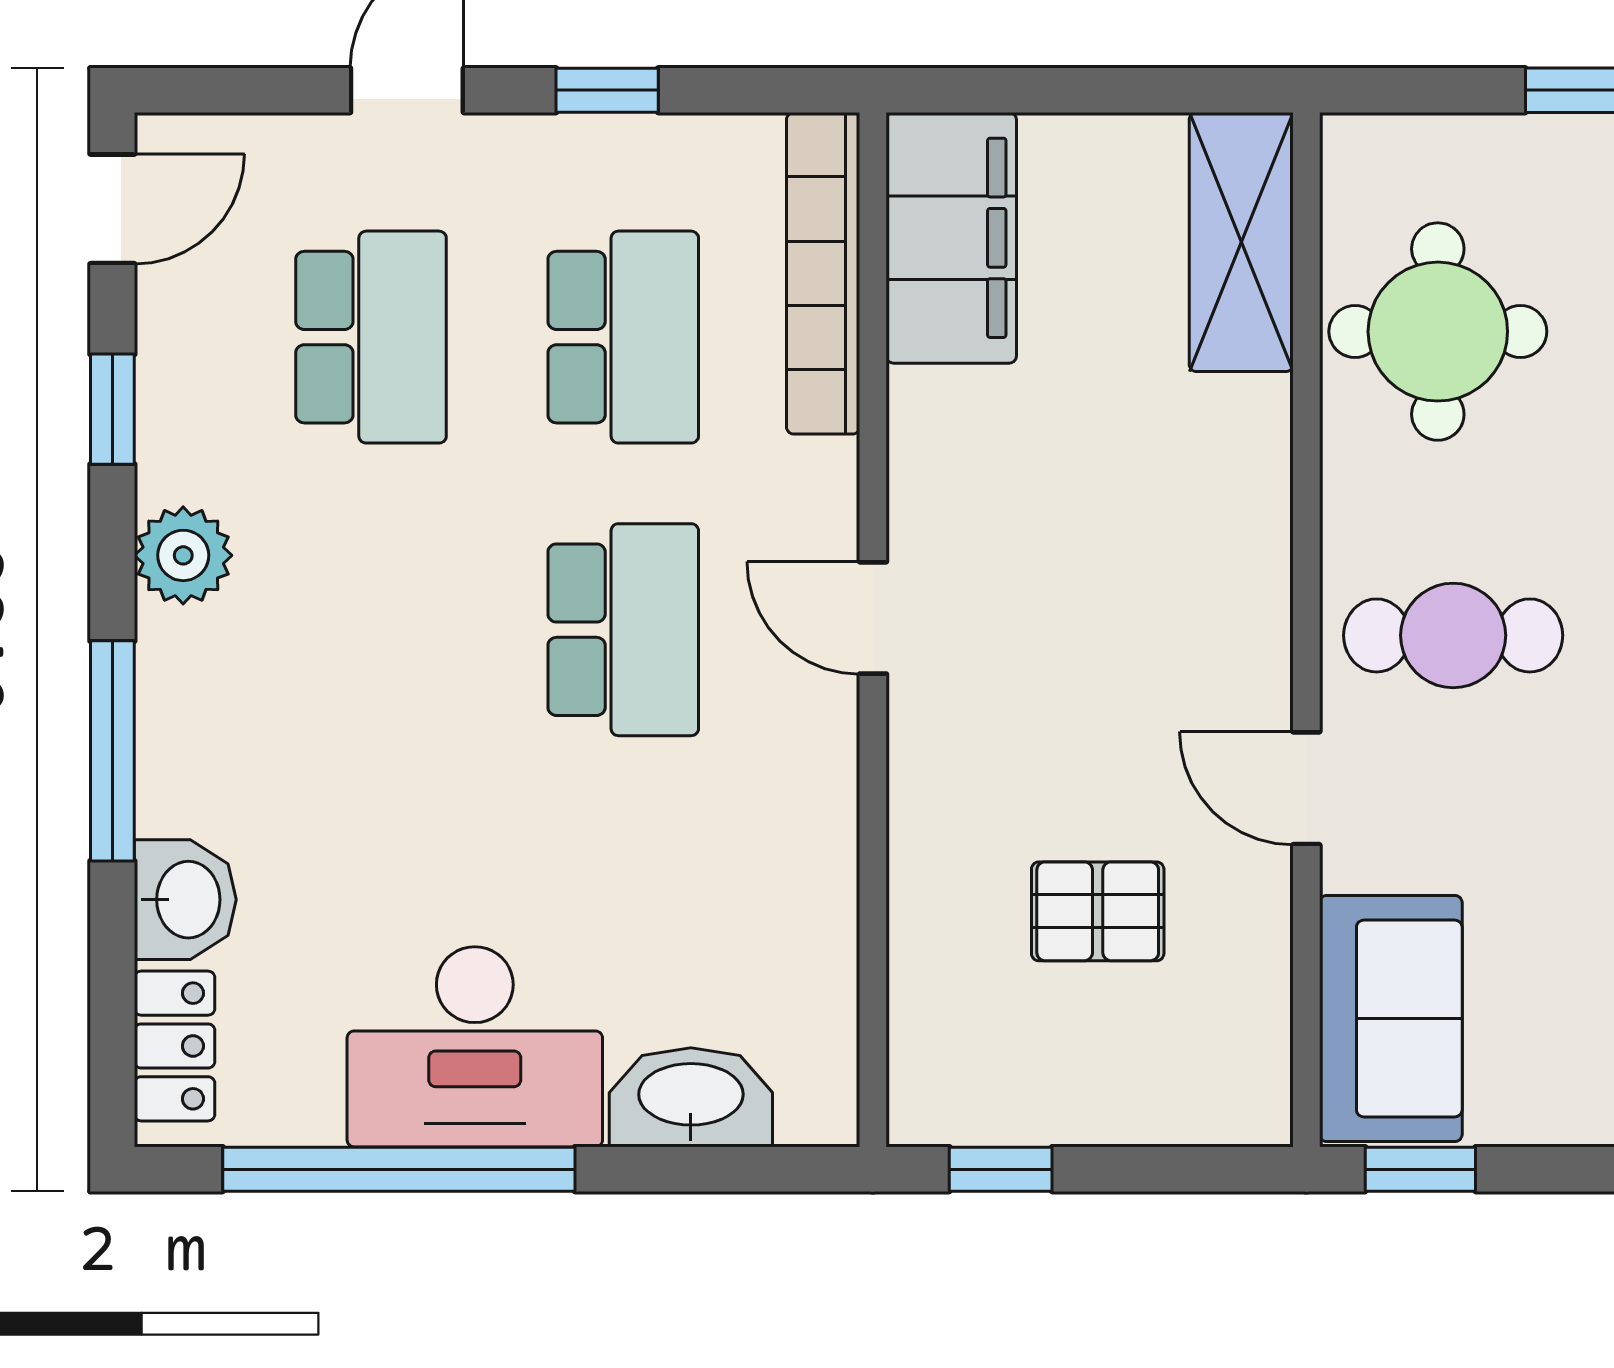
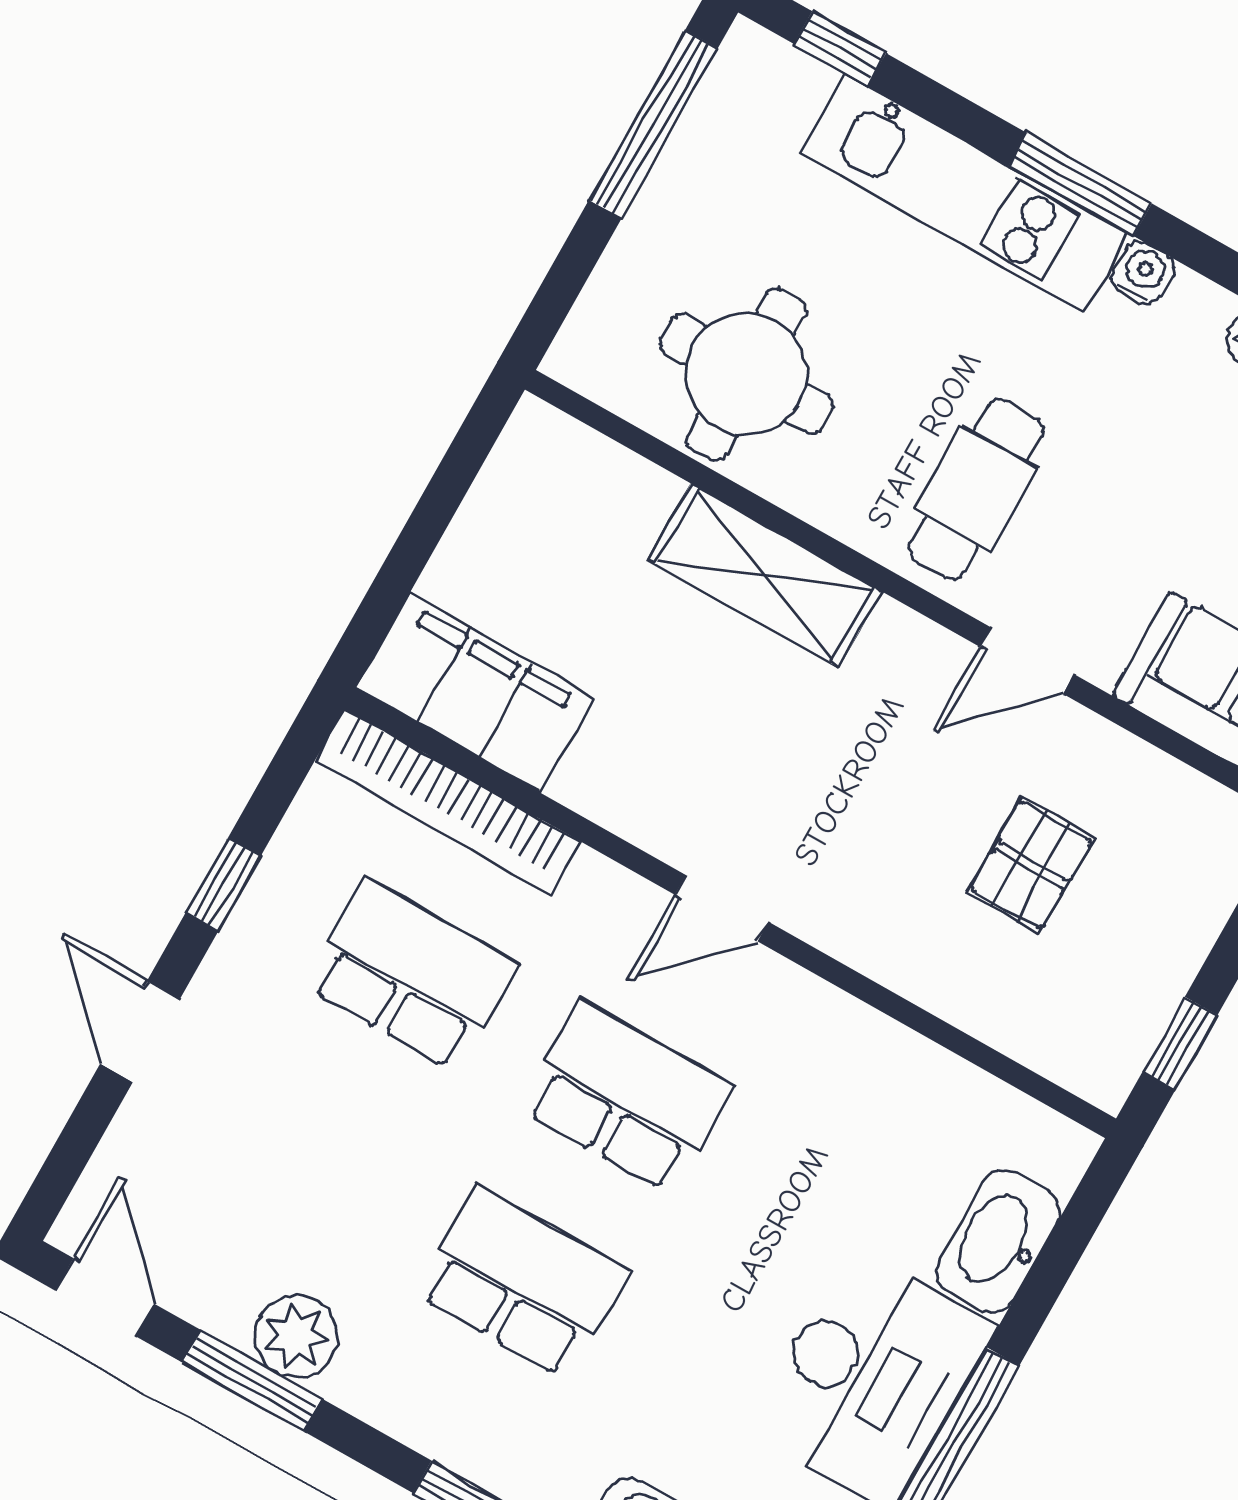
shelving: (1241, 242) -> (765, 575), moved
school desk: (371, 337) -> (522, 1282), moved
window: (112, 409) -> (252, 1381), width x1.50
plant: (183, 555) -> (296, 1337), moved

